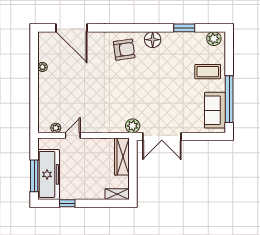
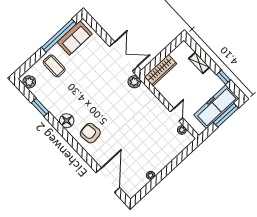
door: (73, 135) -> (176, 115), swing flipped
shelving: (117, 194) -> (199, 63), moved

